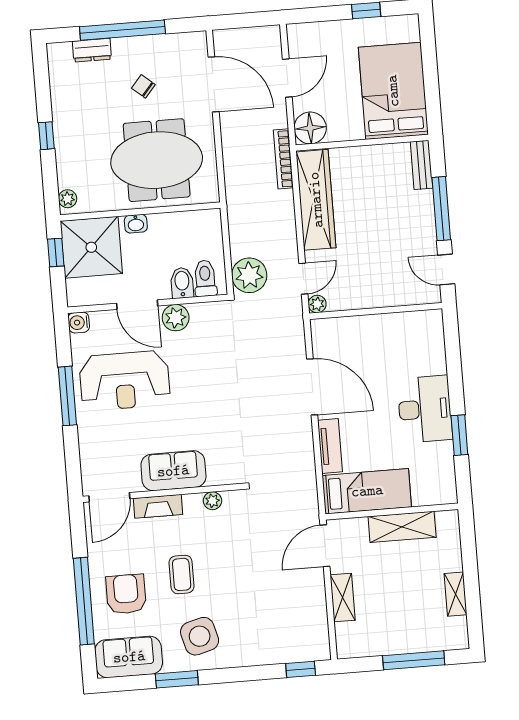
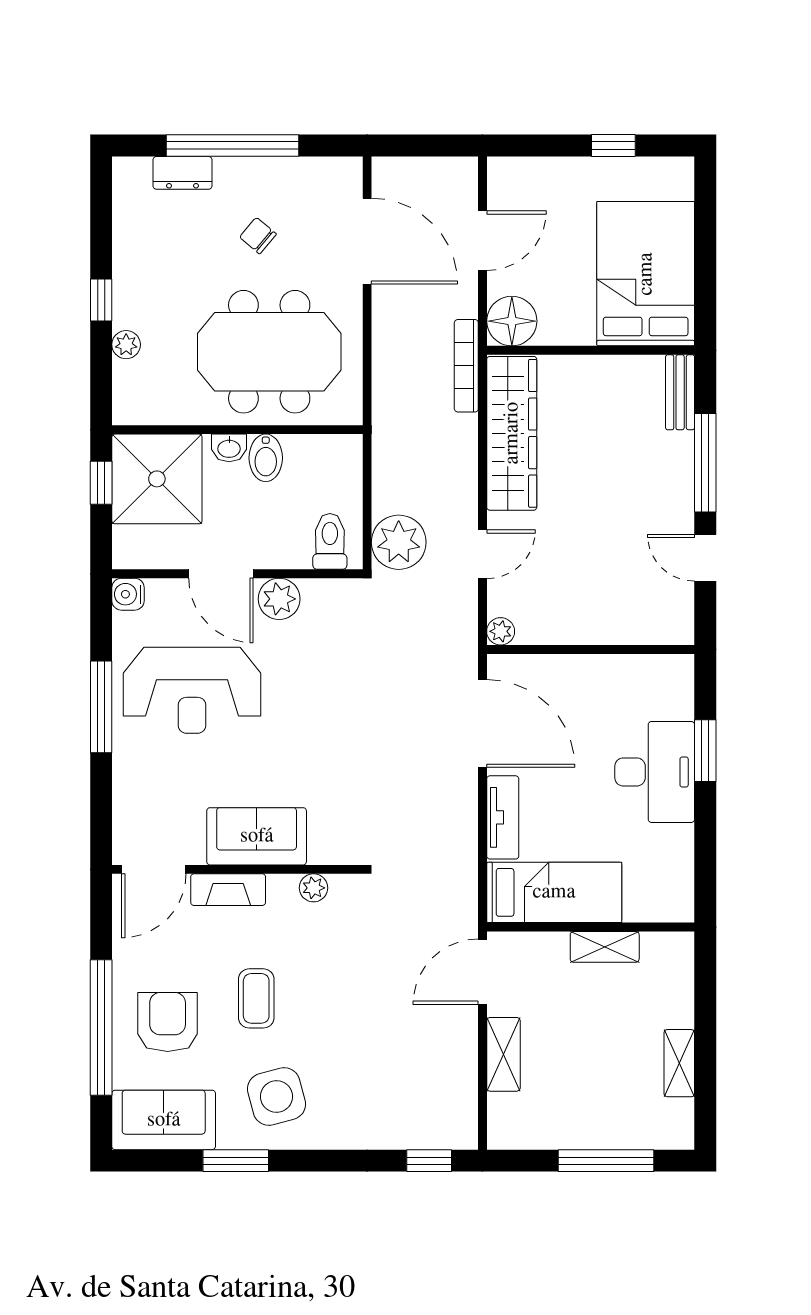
plant: (68, 199) -> (126, 345), moved
bidet: (182, 283) -> (266, 458), moved, turned 180
plant: (317, 304) -> (501, 631), moved
wall: (376, 311) -> (591, 649), moved
window: (459, 435) -> (705, 751), moved
shelving: (402, 527) -> (605, 947), width x0.67, depth x0.75

